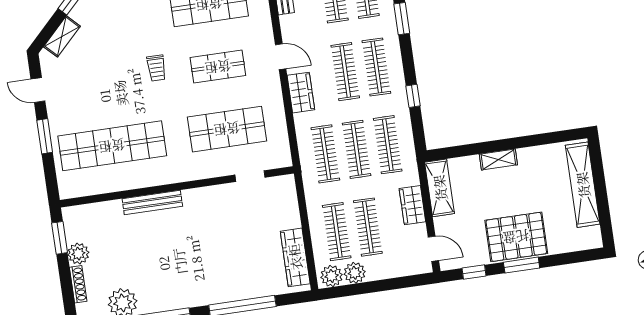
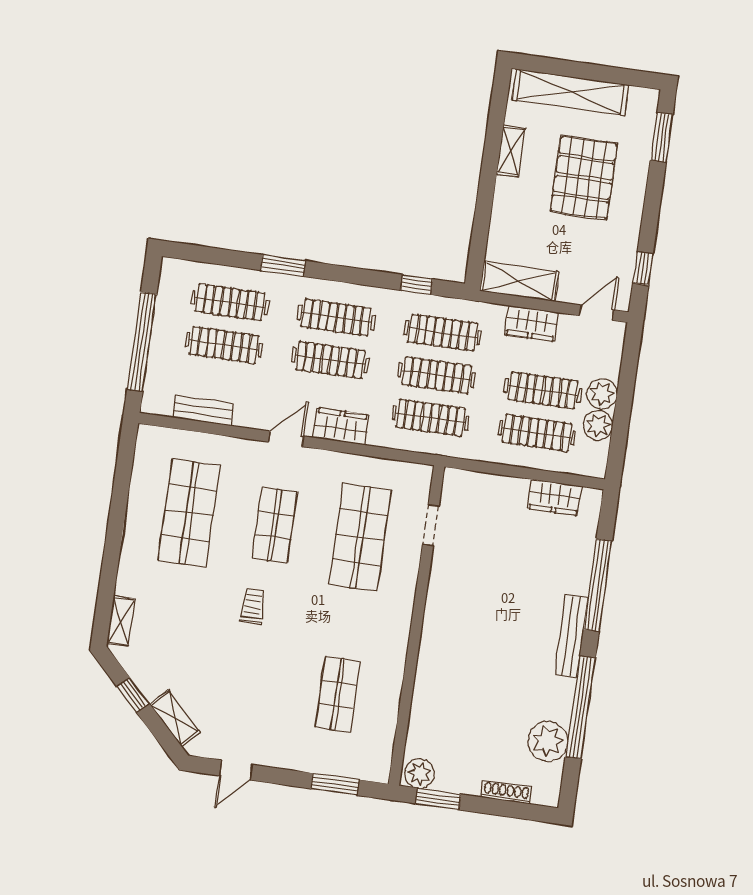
trolley: (156, 68) -> (253, 606), turned -90
window: (413, 96) -> (417, 285), moved
window: (45, 136) -> (335, 784), moved
shop shelf: (112, 146) -> (338, 694), width x0.50, depth x0.74
shelving: (498, 159) -> (511, 151), moved
bench: (152, 202) -> (571, 636), moved
pallet: (516, 237) -> (584, 178), moved
plant: (78, 254) -> (420, 774), moved
wardrobe: (295, 257) -> (555, 497), width x0.67
window: (522, 265) -> (662, 137), moved
plant: (332, 276) -> (602, 394), moved

